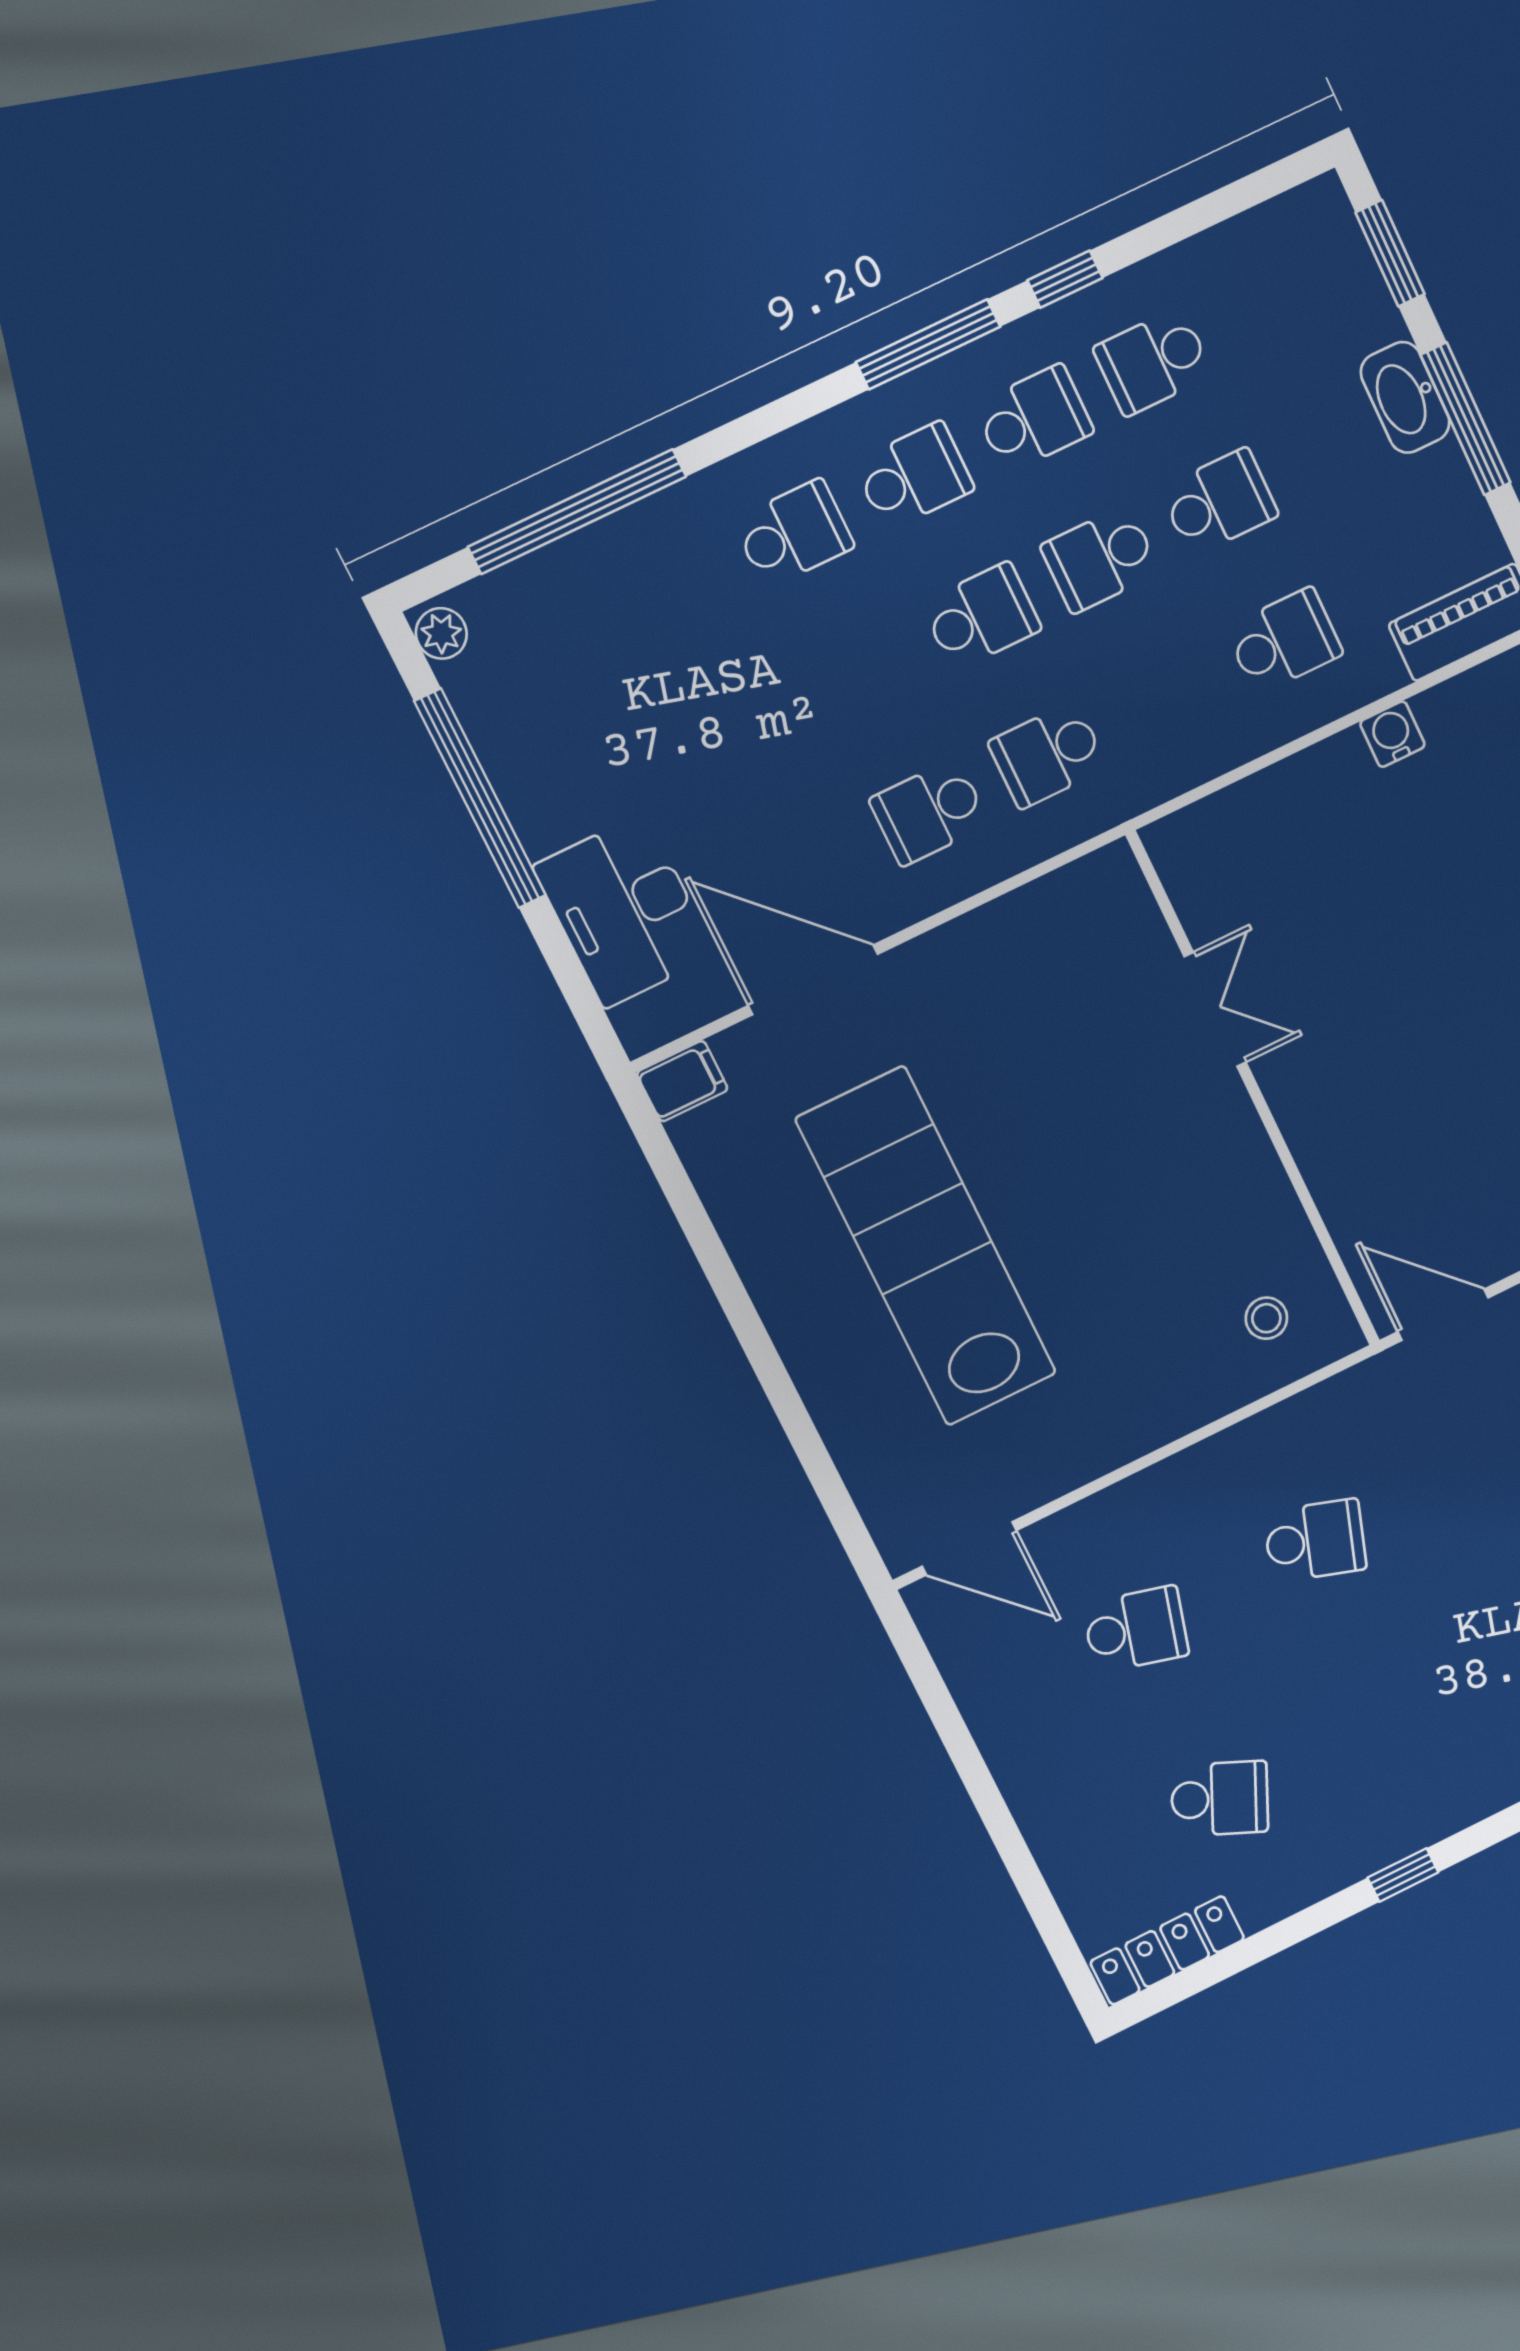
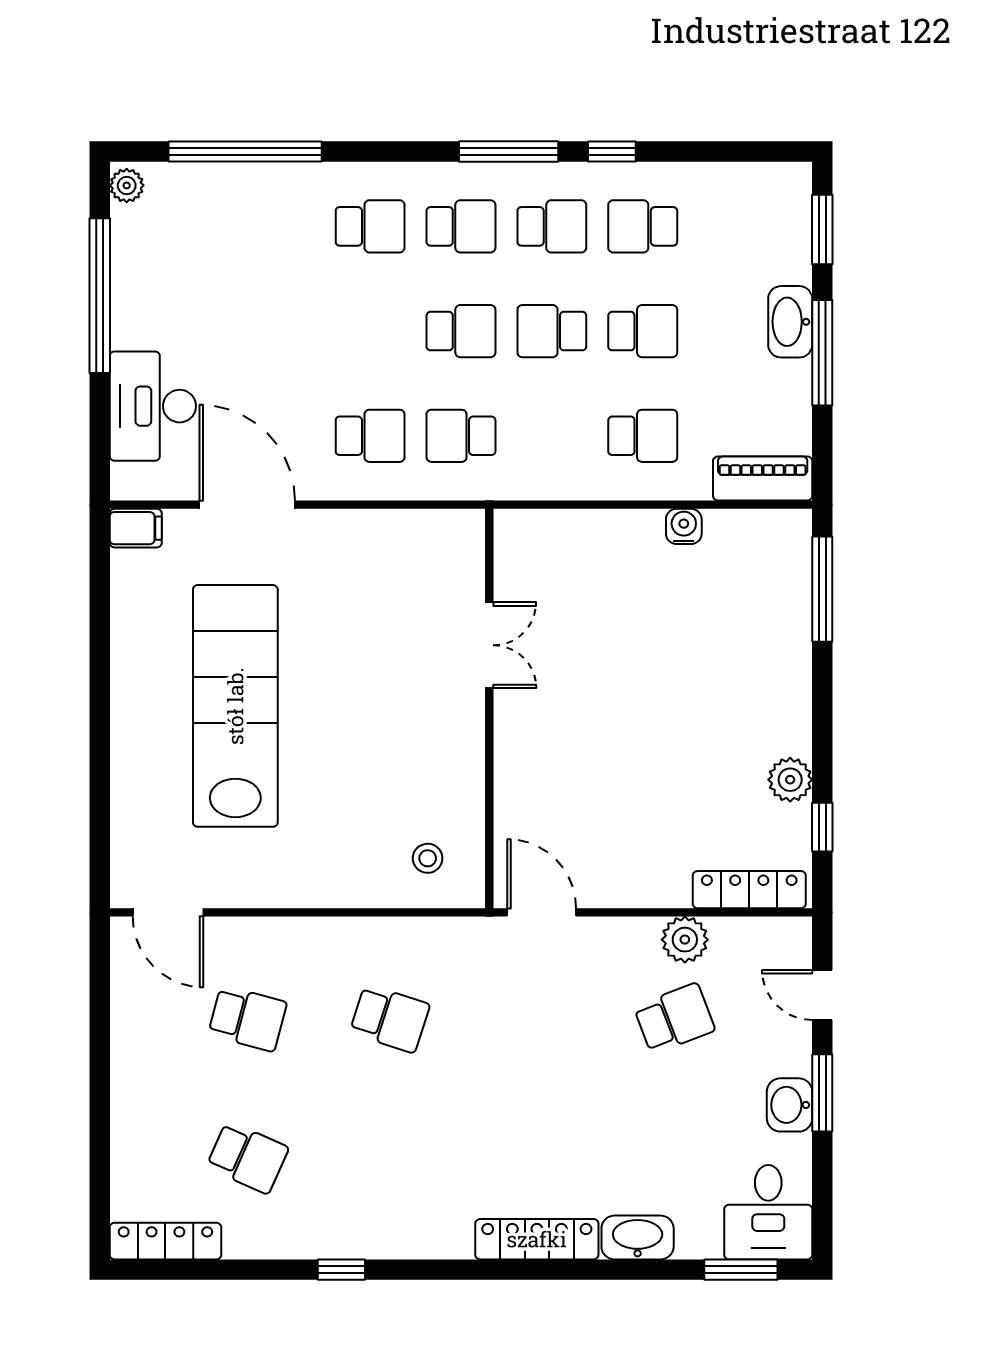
school desk: (929, 812) -> (370, 436), turned 180

